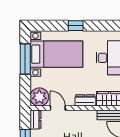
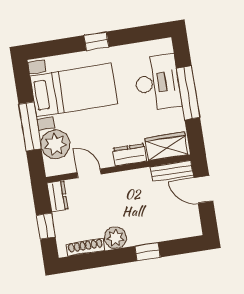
window: (25, 59) -> (30, 126), moved
plant: (39, 97) -> (55, 144), moved

